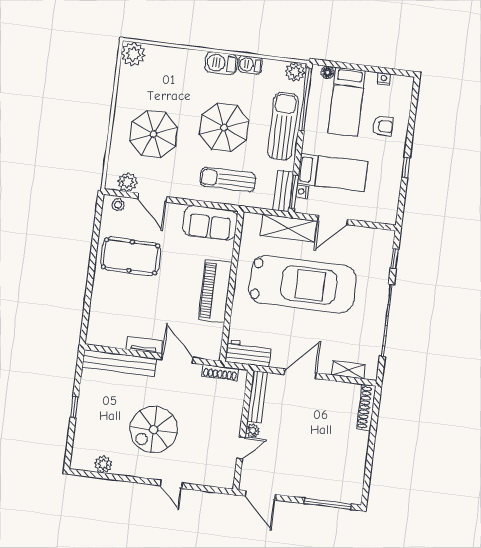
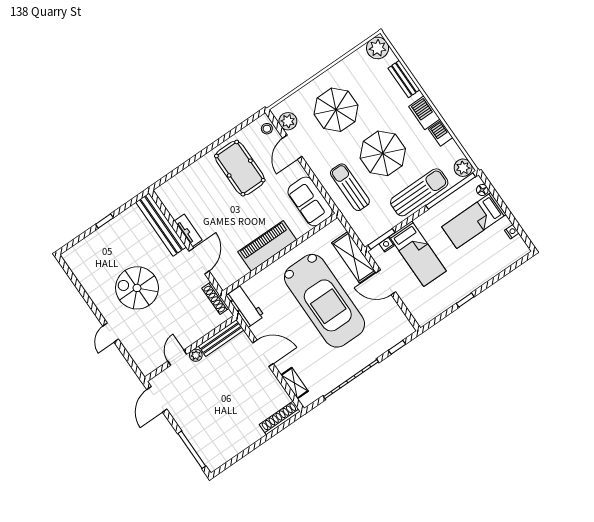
armchair: (383, 126) -> (479, 259), removed
bench: (283, 191) -> (404, 79), moved, turned 90
door: (241, 448) -> (177, 358), swing flipped
plant: (103, 464) -> (83, 275), removed

